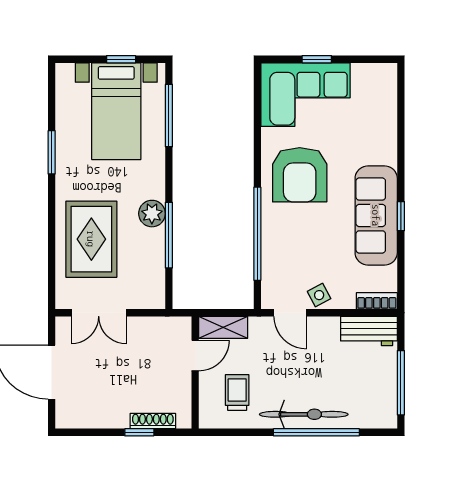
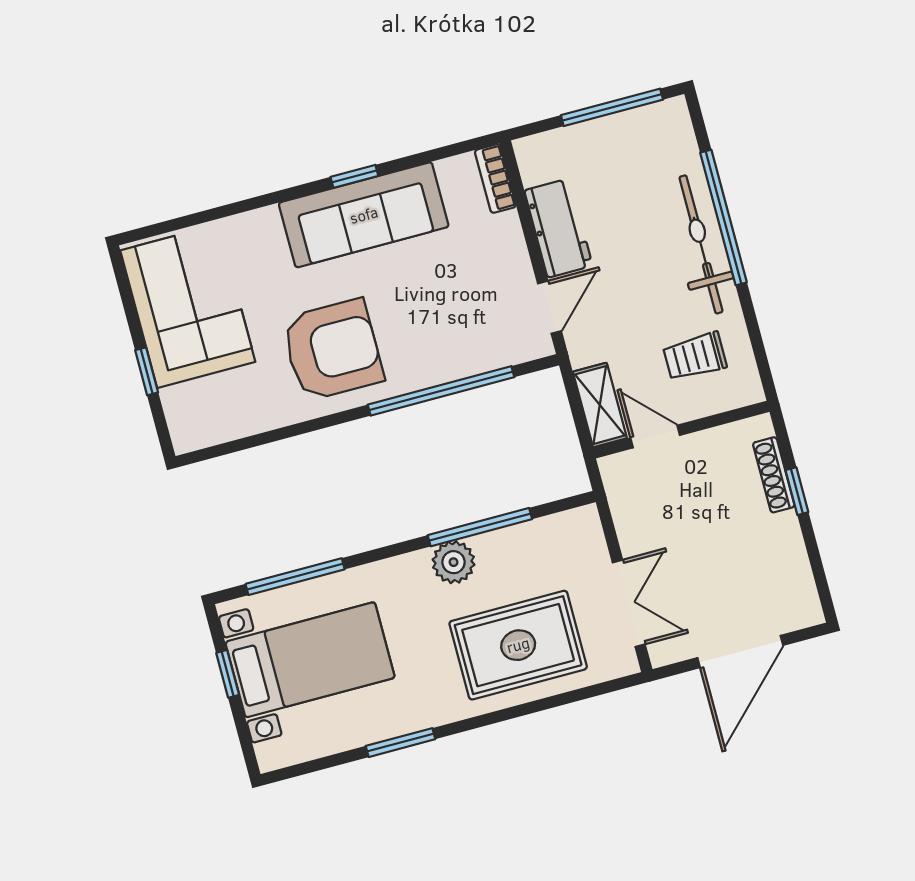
corner sofa: (306, 95) -> (188, 306), moved
side table: (319, 295) -> (510, 270), removed
workbench: (369, 331) -> (558, 228), moved

